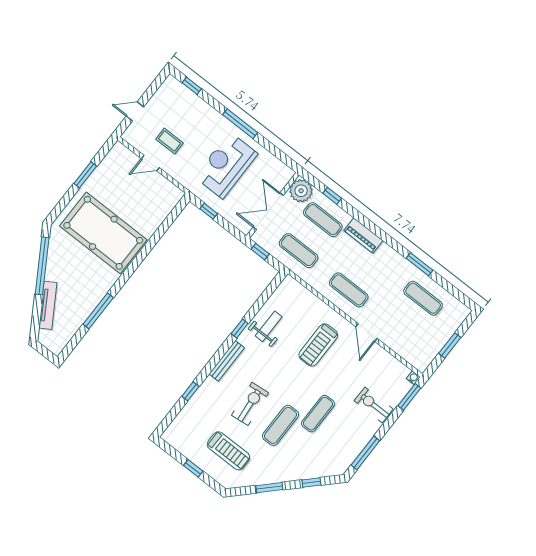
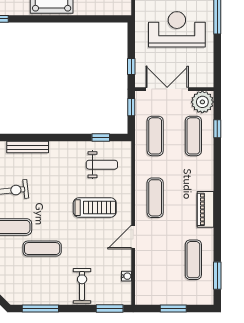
window: (209, 211) -> (131, 67), moved
piano: (363, 235) -> (205, 209), moved
window: (419, 264) -> (217, 276), moved
weight bench: (269, 326) -> (102, 165), moved
window: (240, 329) -> (101, 138), moved
treadmill: (318, 345) -> (95, 208), turned 180
water cooler: (413, 378) -> (127, 276), moved

